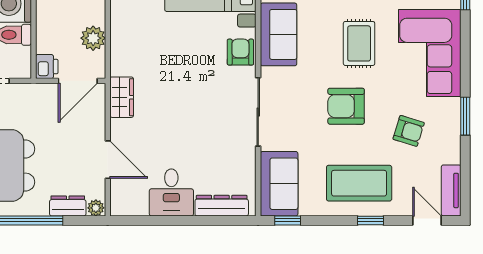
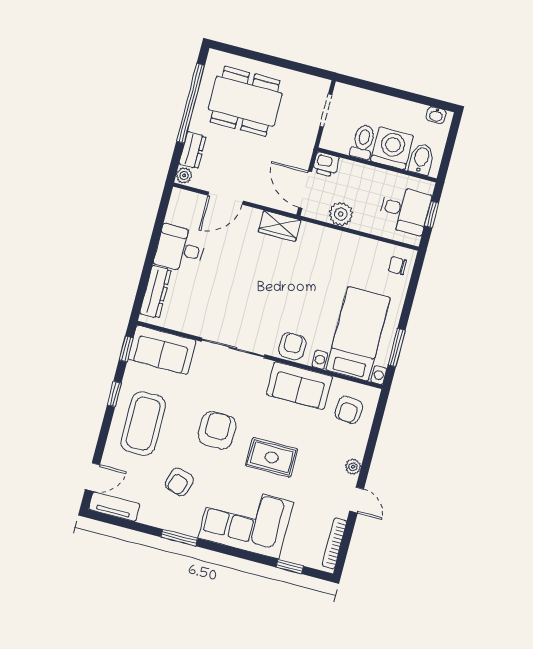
armchair: (240, 52) -> (292, 346), turned -90
window: (370, 220) -> (114, 394), moved

